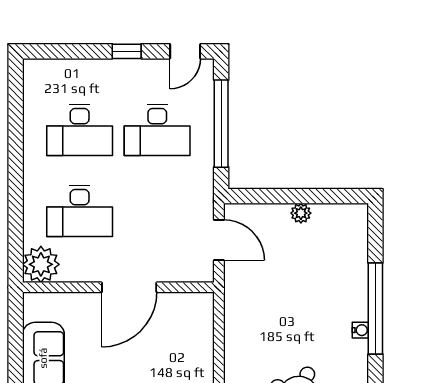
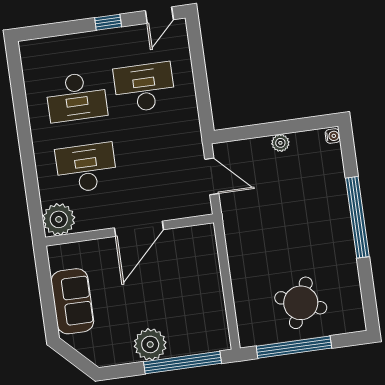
window: (221, 124) -> (200, 74), removed
desk: (157, 130) -> (144, 87), turned 180
desk: (80, 211) -> (86, 168), turned 180
water cooler: (360, 330) -> (333, 136), moved

